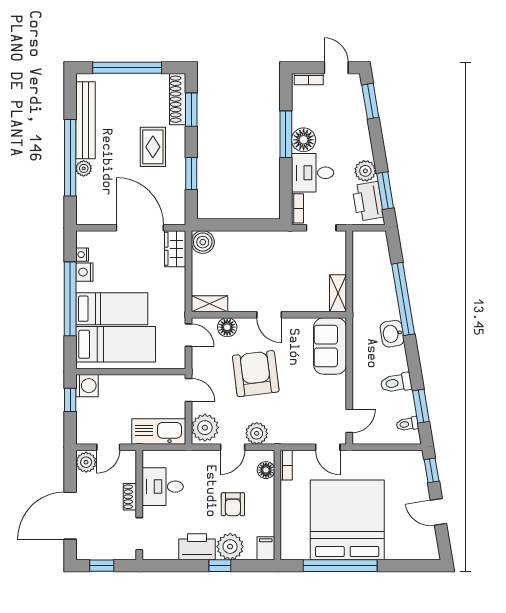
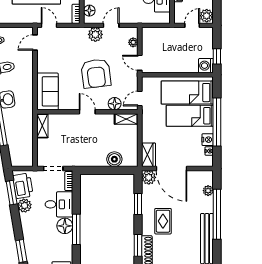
plant: (84, 168) -> (208, 191), moved
plant: (175, 214) -> (149, 177), added
boiler: (203, 242) -> (114, 159), moved
door: (188, 335) -> (140, 99), hinge flipped
plant: (205, 428) -> (133, 42), width x0.53, depth x0.53
kitchen sink: (159, 432) -> (159, 36), removed

